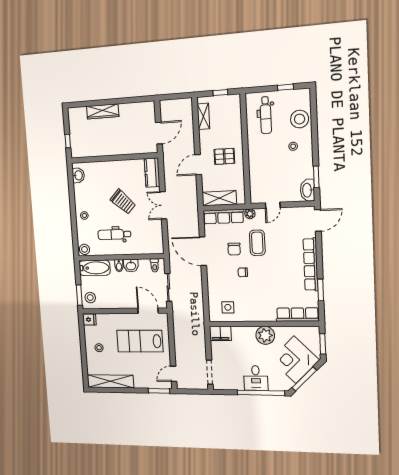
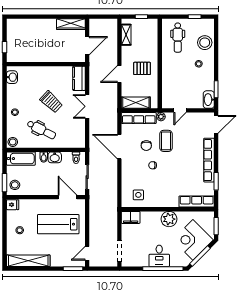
wardrobe: (103, 111) -> (71, 24), moved
dental chair: (114, 234) -> (41, 130), turned -153

